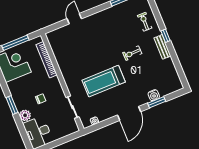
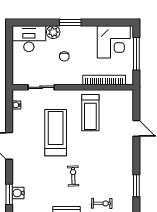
treadmill: (77, 60) -> (90, 113), added
water cooler: (154, 95) -> (18, 193), moved
window: (157, 102) -> (9, 194), moved

